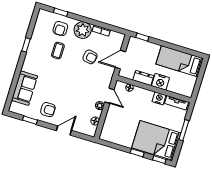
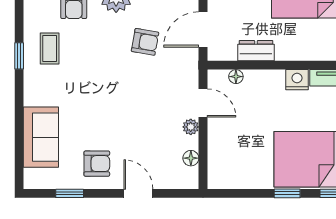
coffee table: (58, 51) -> (50, 49), moved
nightstand: (160, 82) -> (290, 48), removed
door: (64, 130) -> (138, 193), hinge flipped

